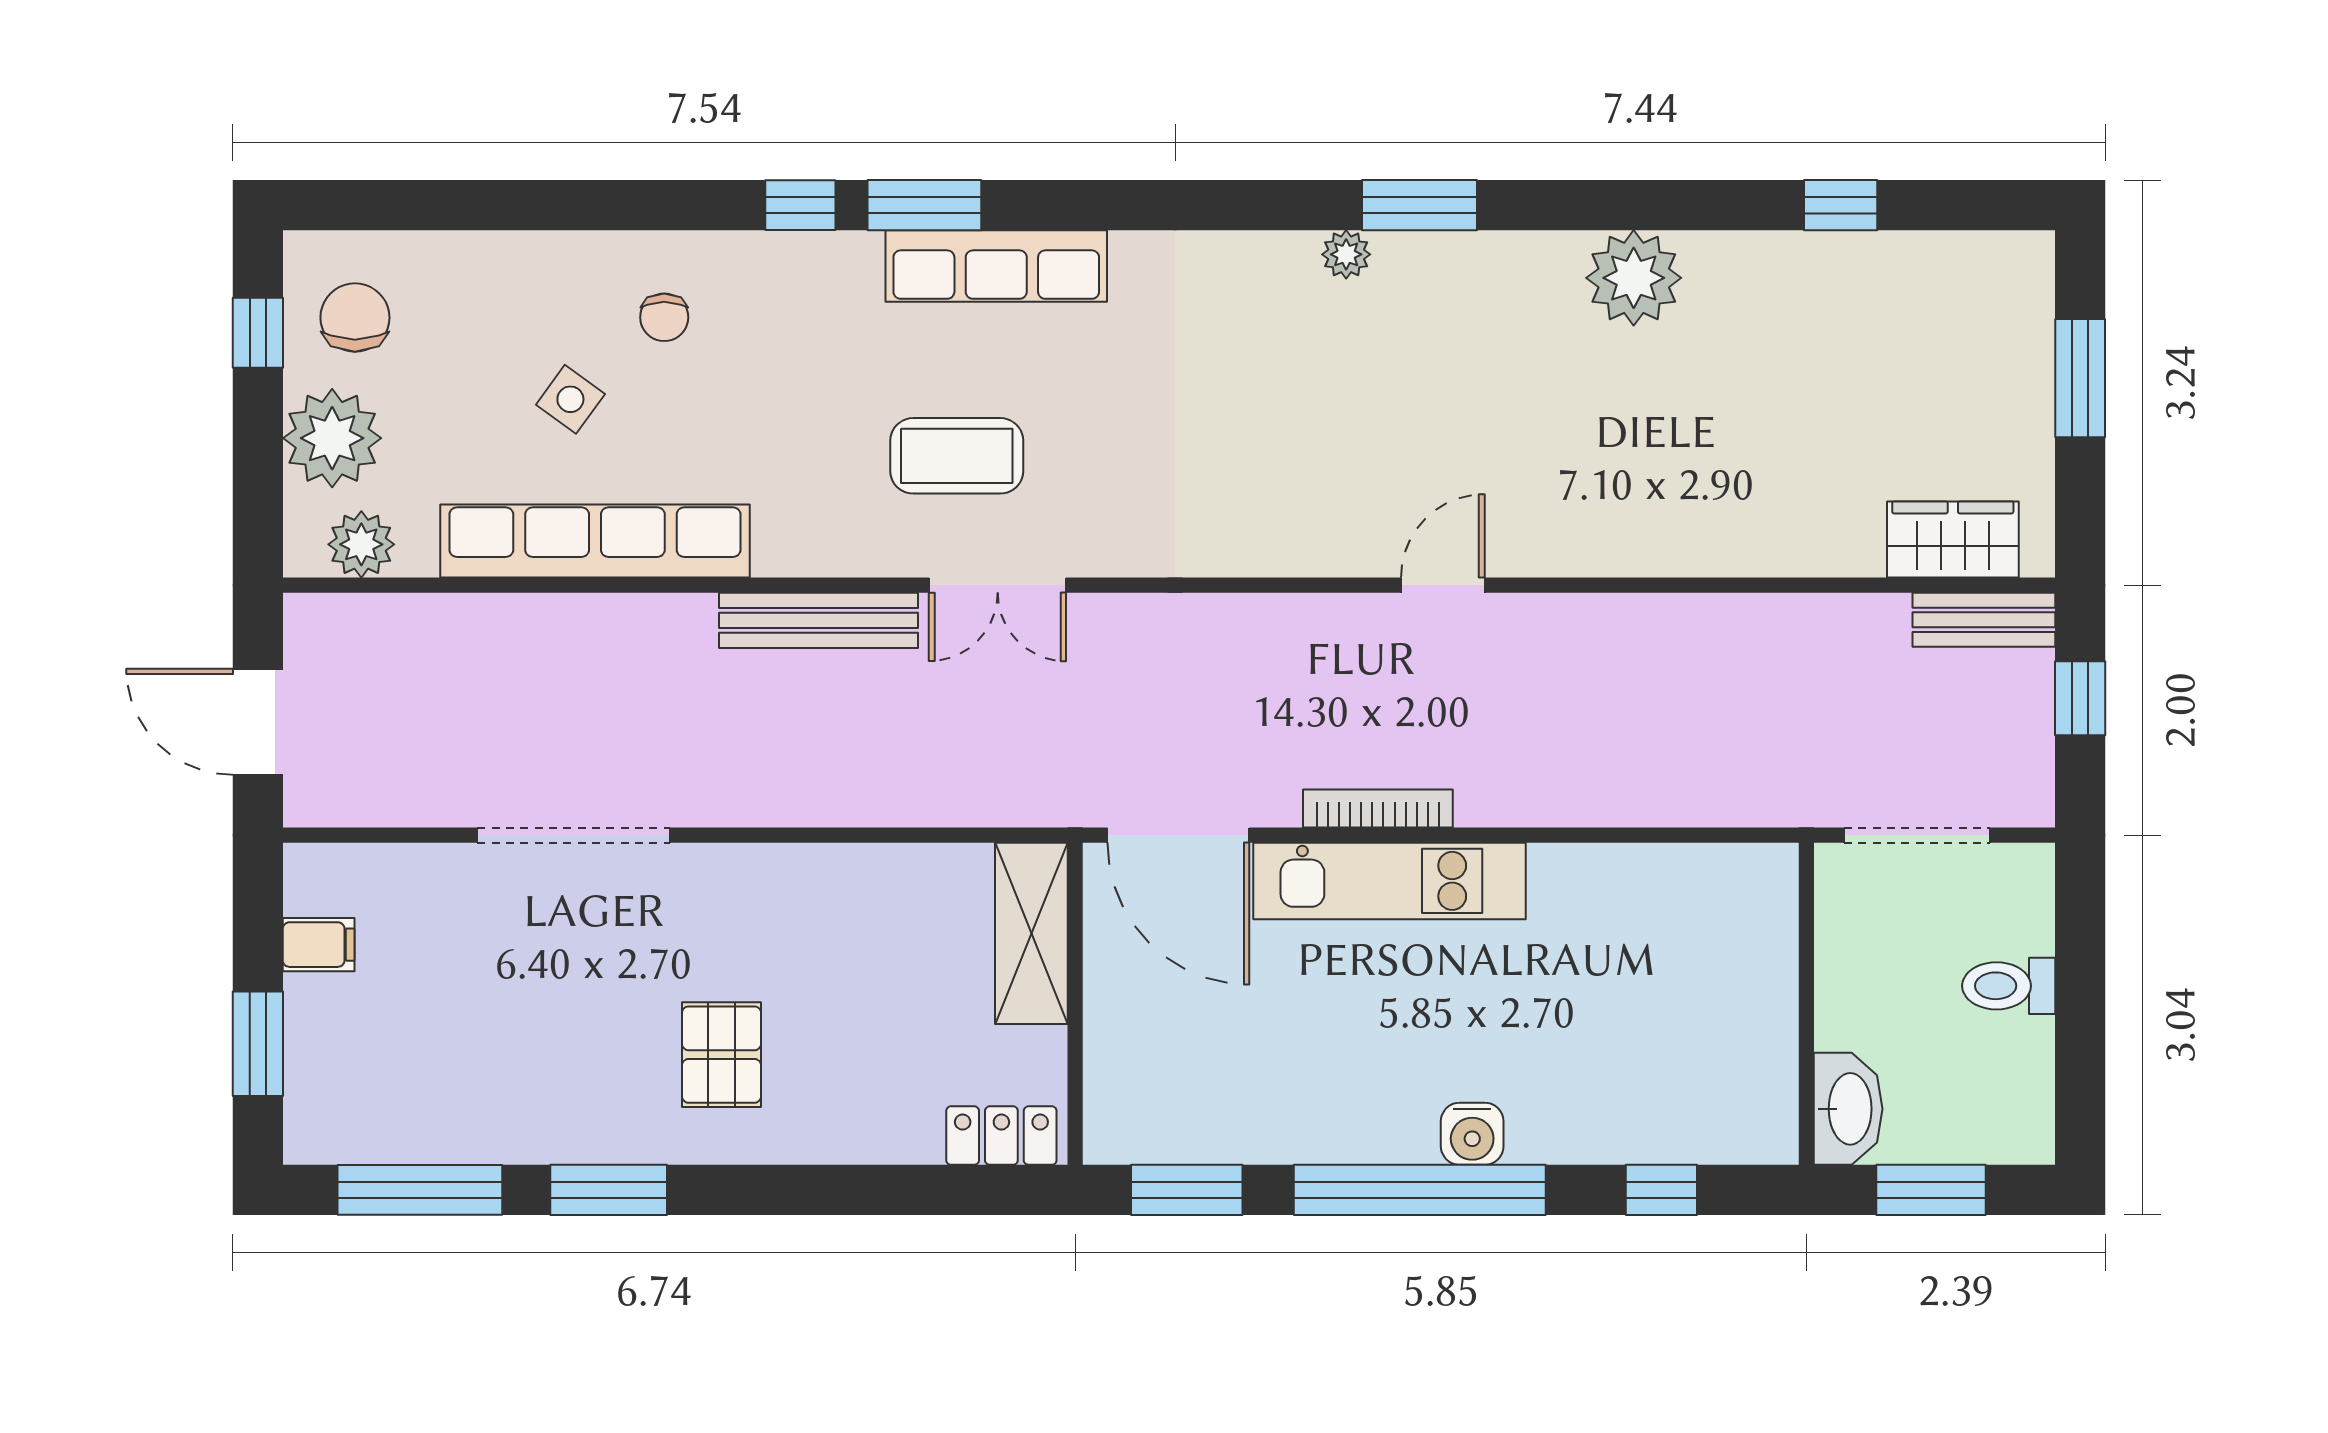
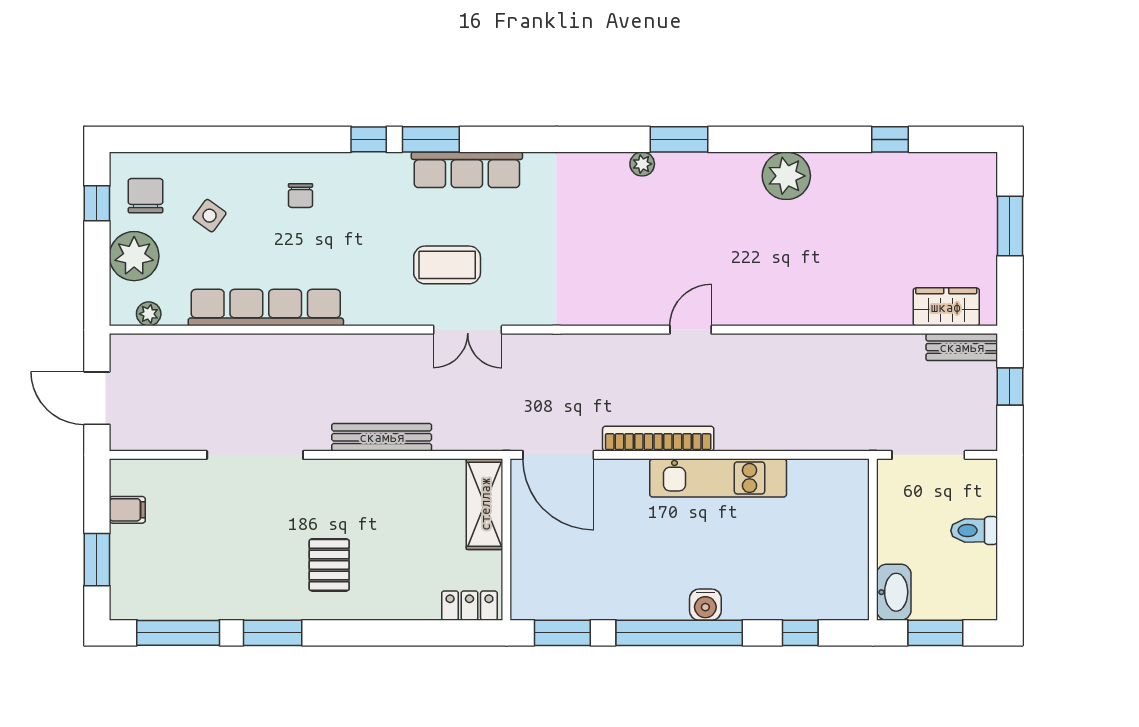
side table: (570, 399) -> (209, 216), moved
plant: (361, 544) -> (149, 314), width x0.73, depth x0.73
bench: (819, 620) -> (382, 437), moved
bookcase: (1378, 808) -> (658, 439), width x1.48, depth x1.31
kitchen unit: (1390, 881) -> (718, 478), moved

